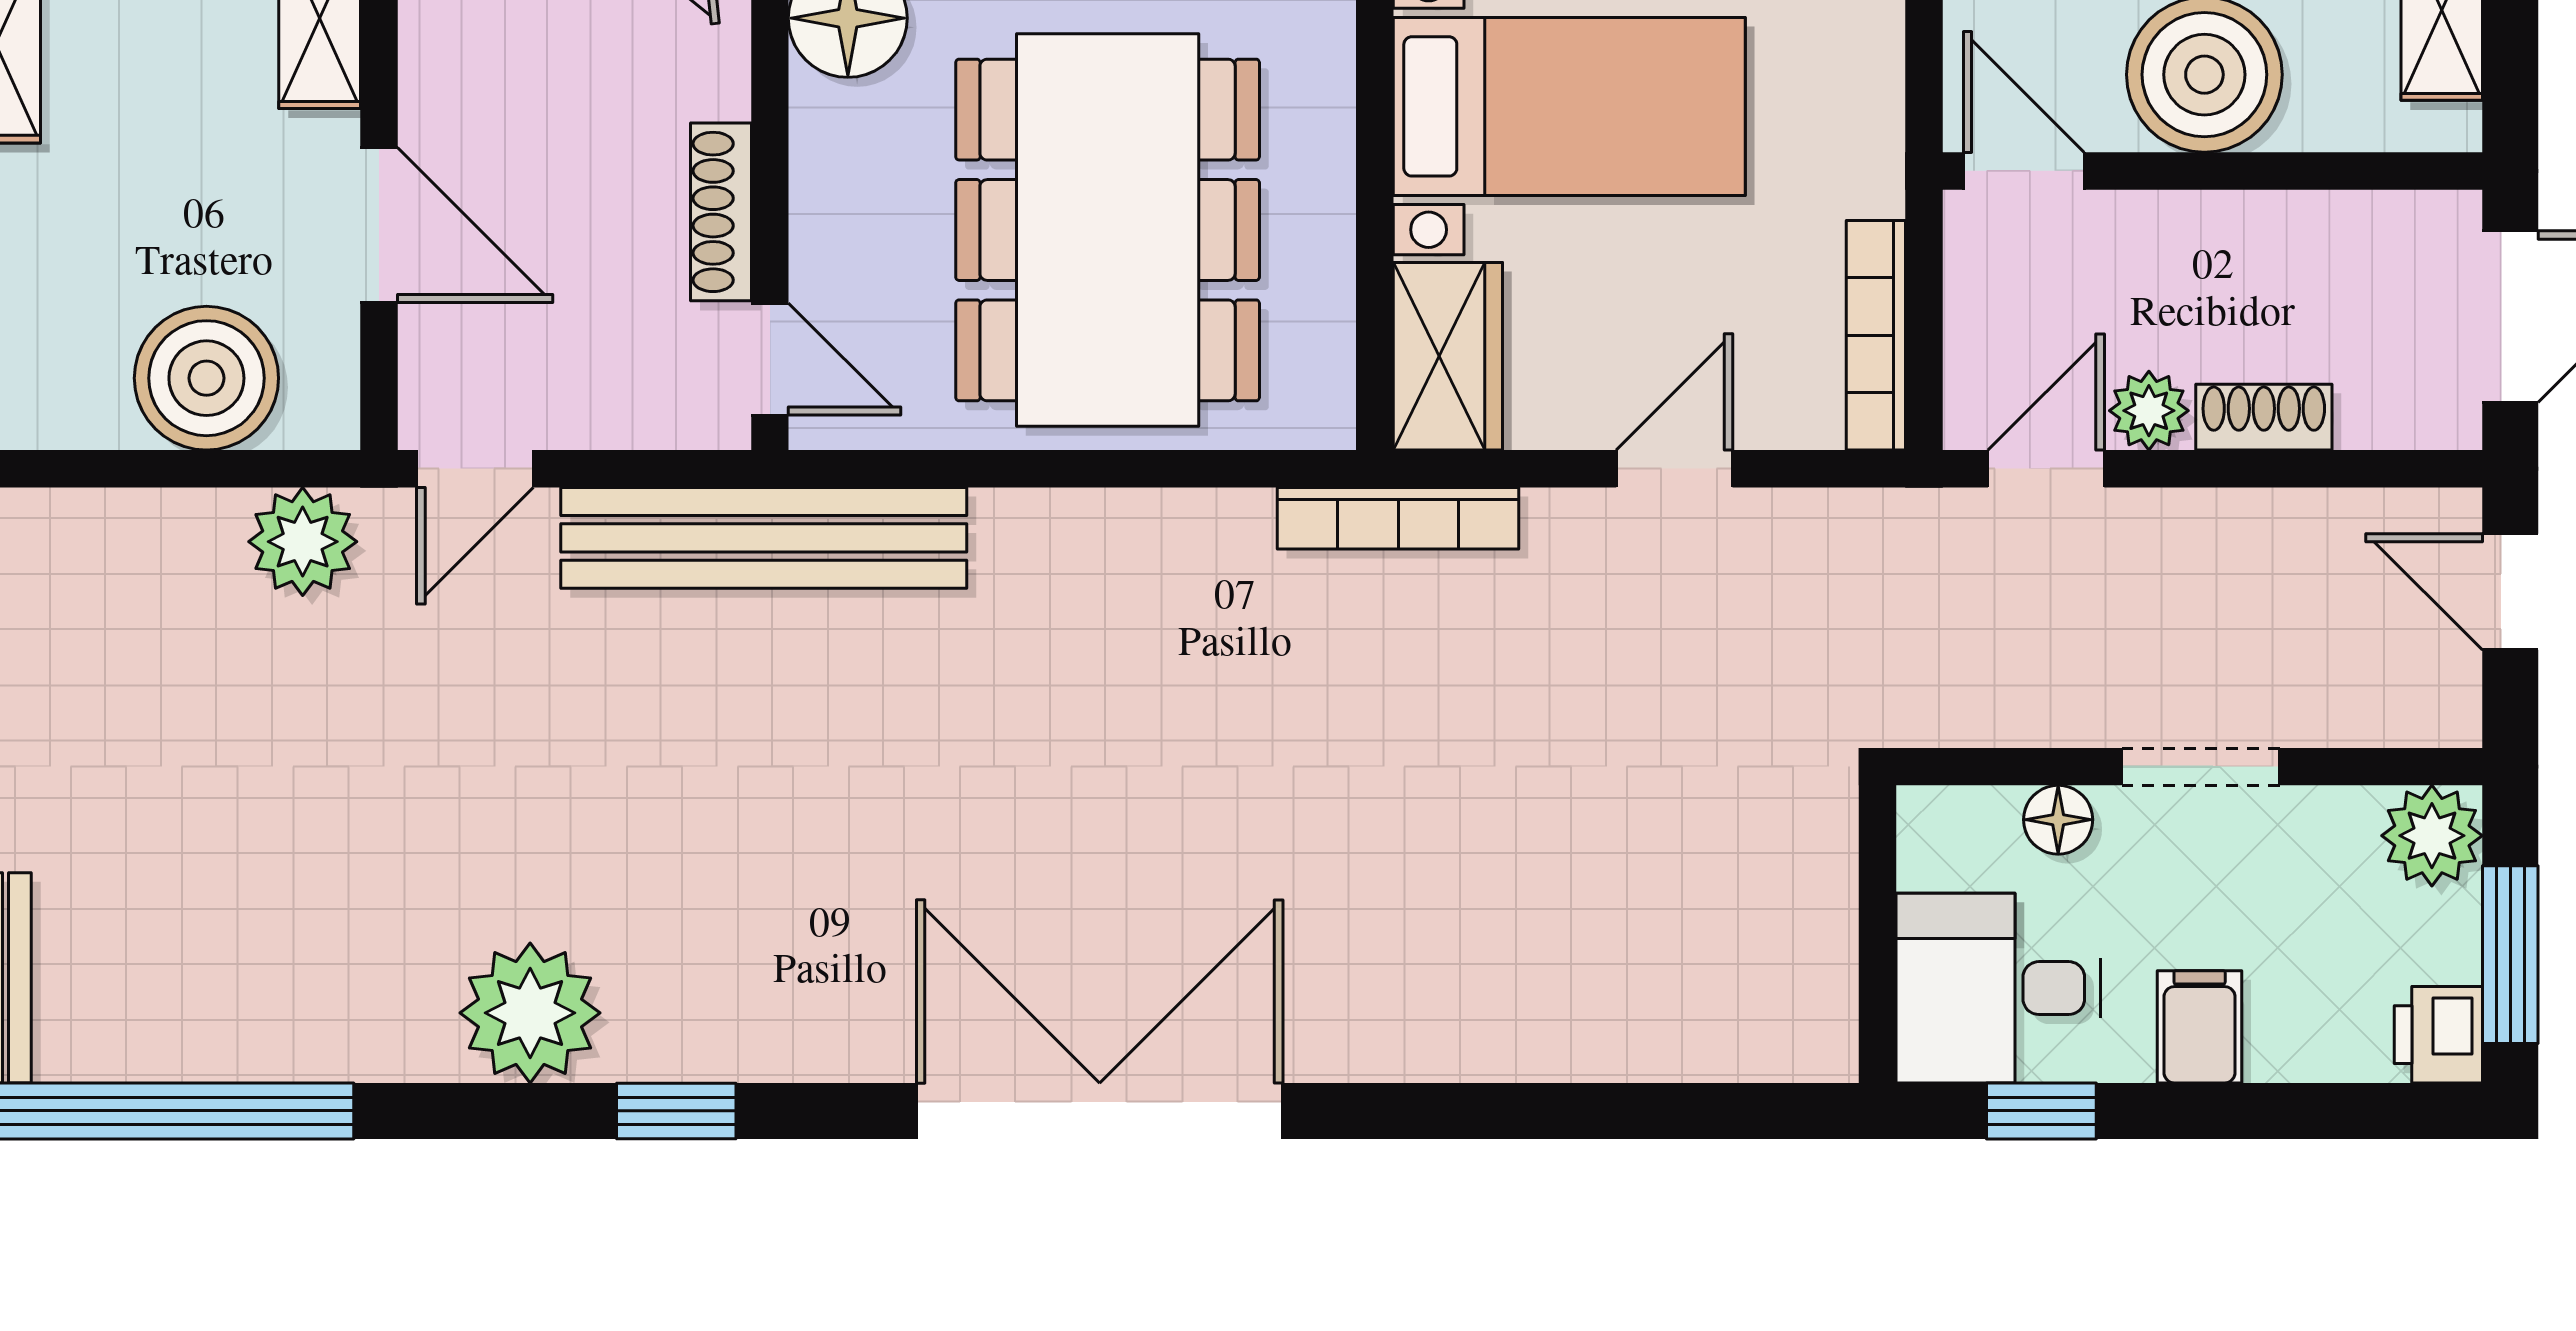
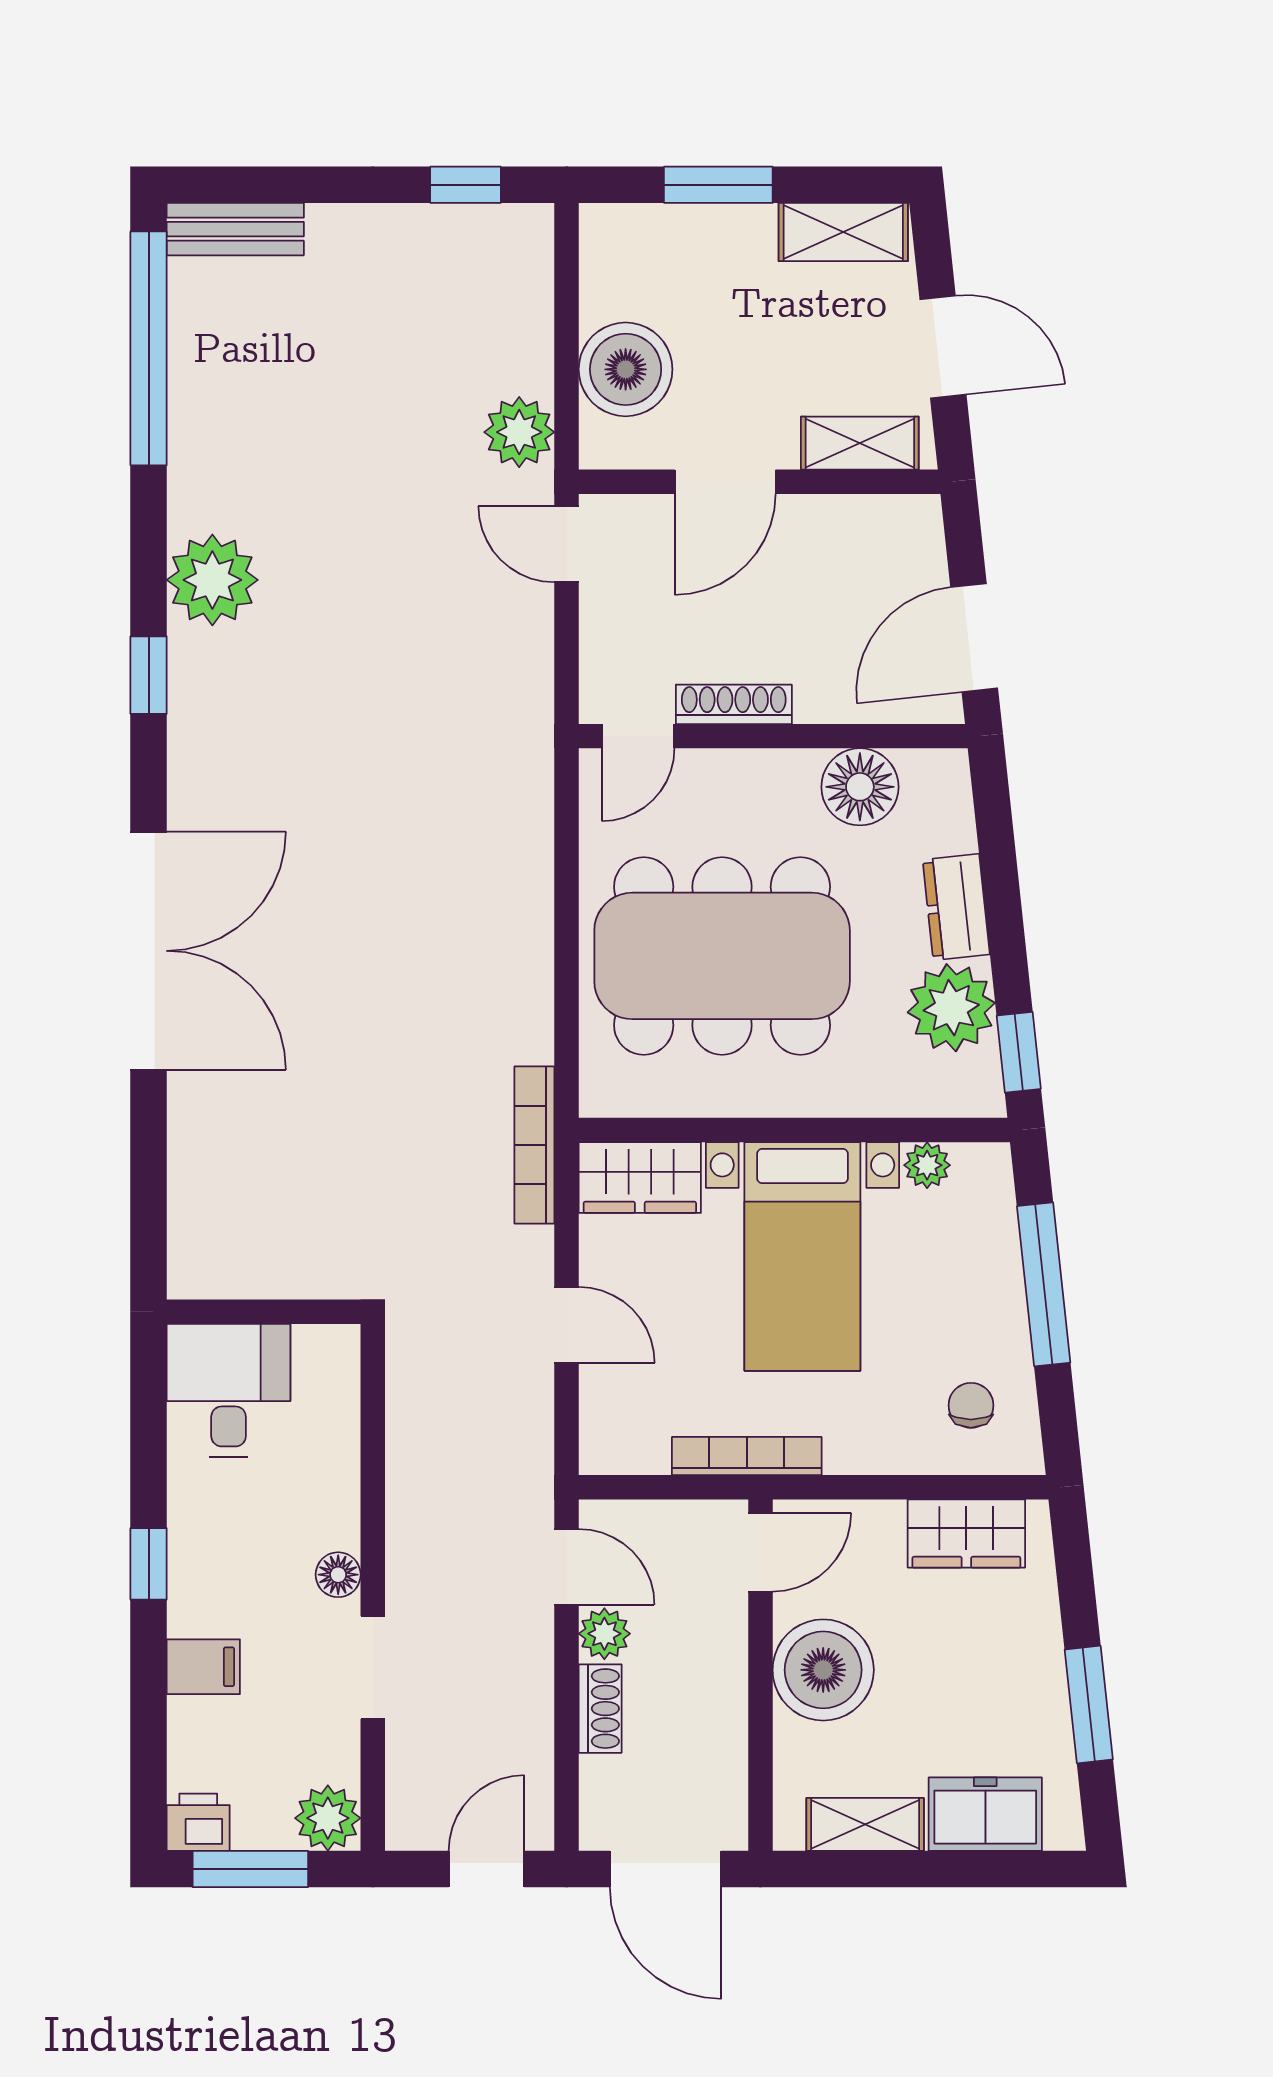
bookcase: (1876, 335) -> (747, 1456), moved
bench: (764, 538) -> (522, 732), removed
wall: (1877, 934) -> (264, 1312), moved
desk: (1998, 988) -> (229, 1390), moved

